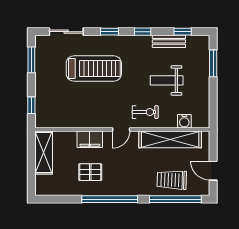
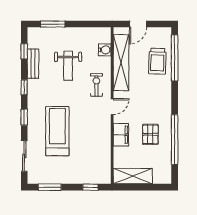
door: (121, 129) -> (112, 107), hinge flipped
door: (213, 171) -> (138, 24), moved
window: (110, 199) -> (175, 140), moved

